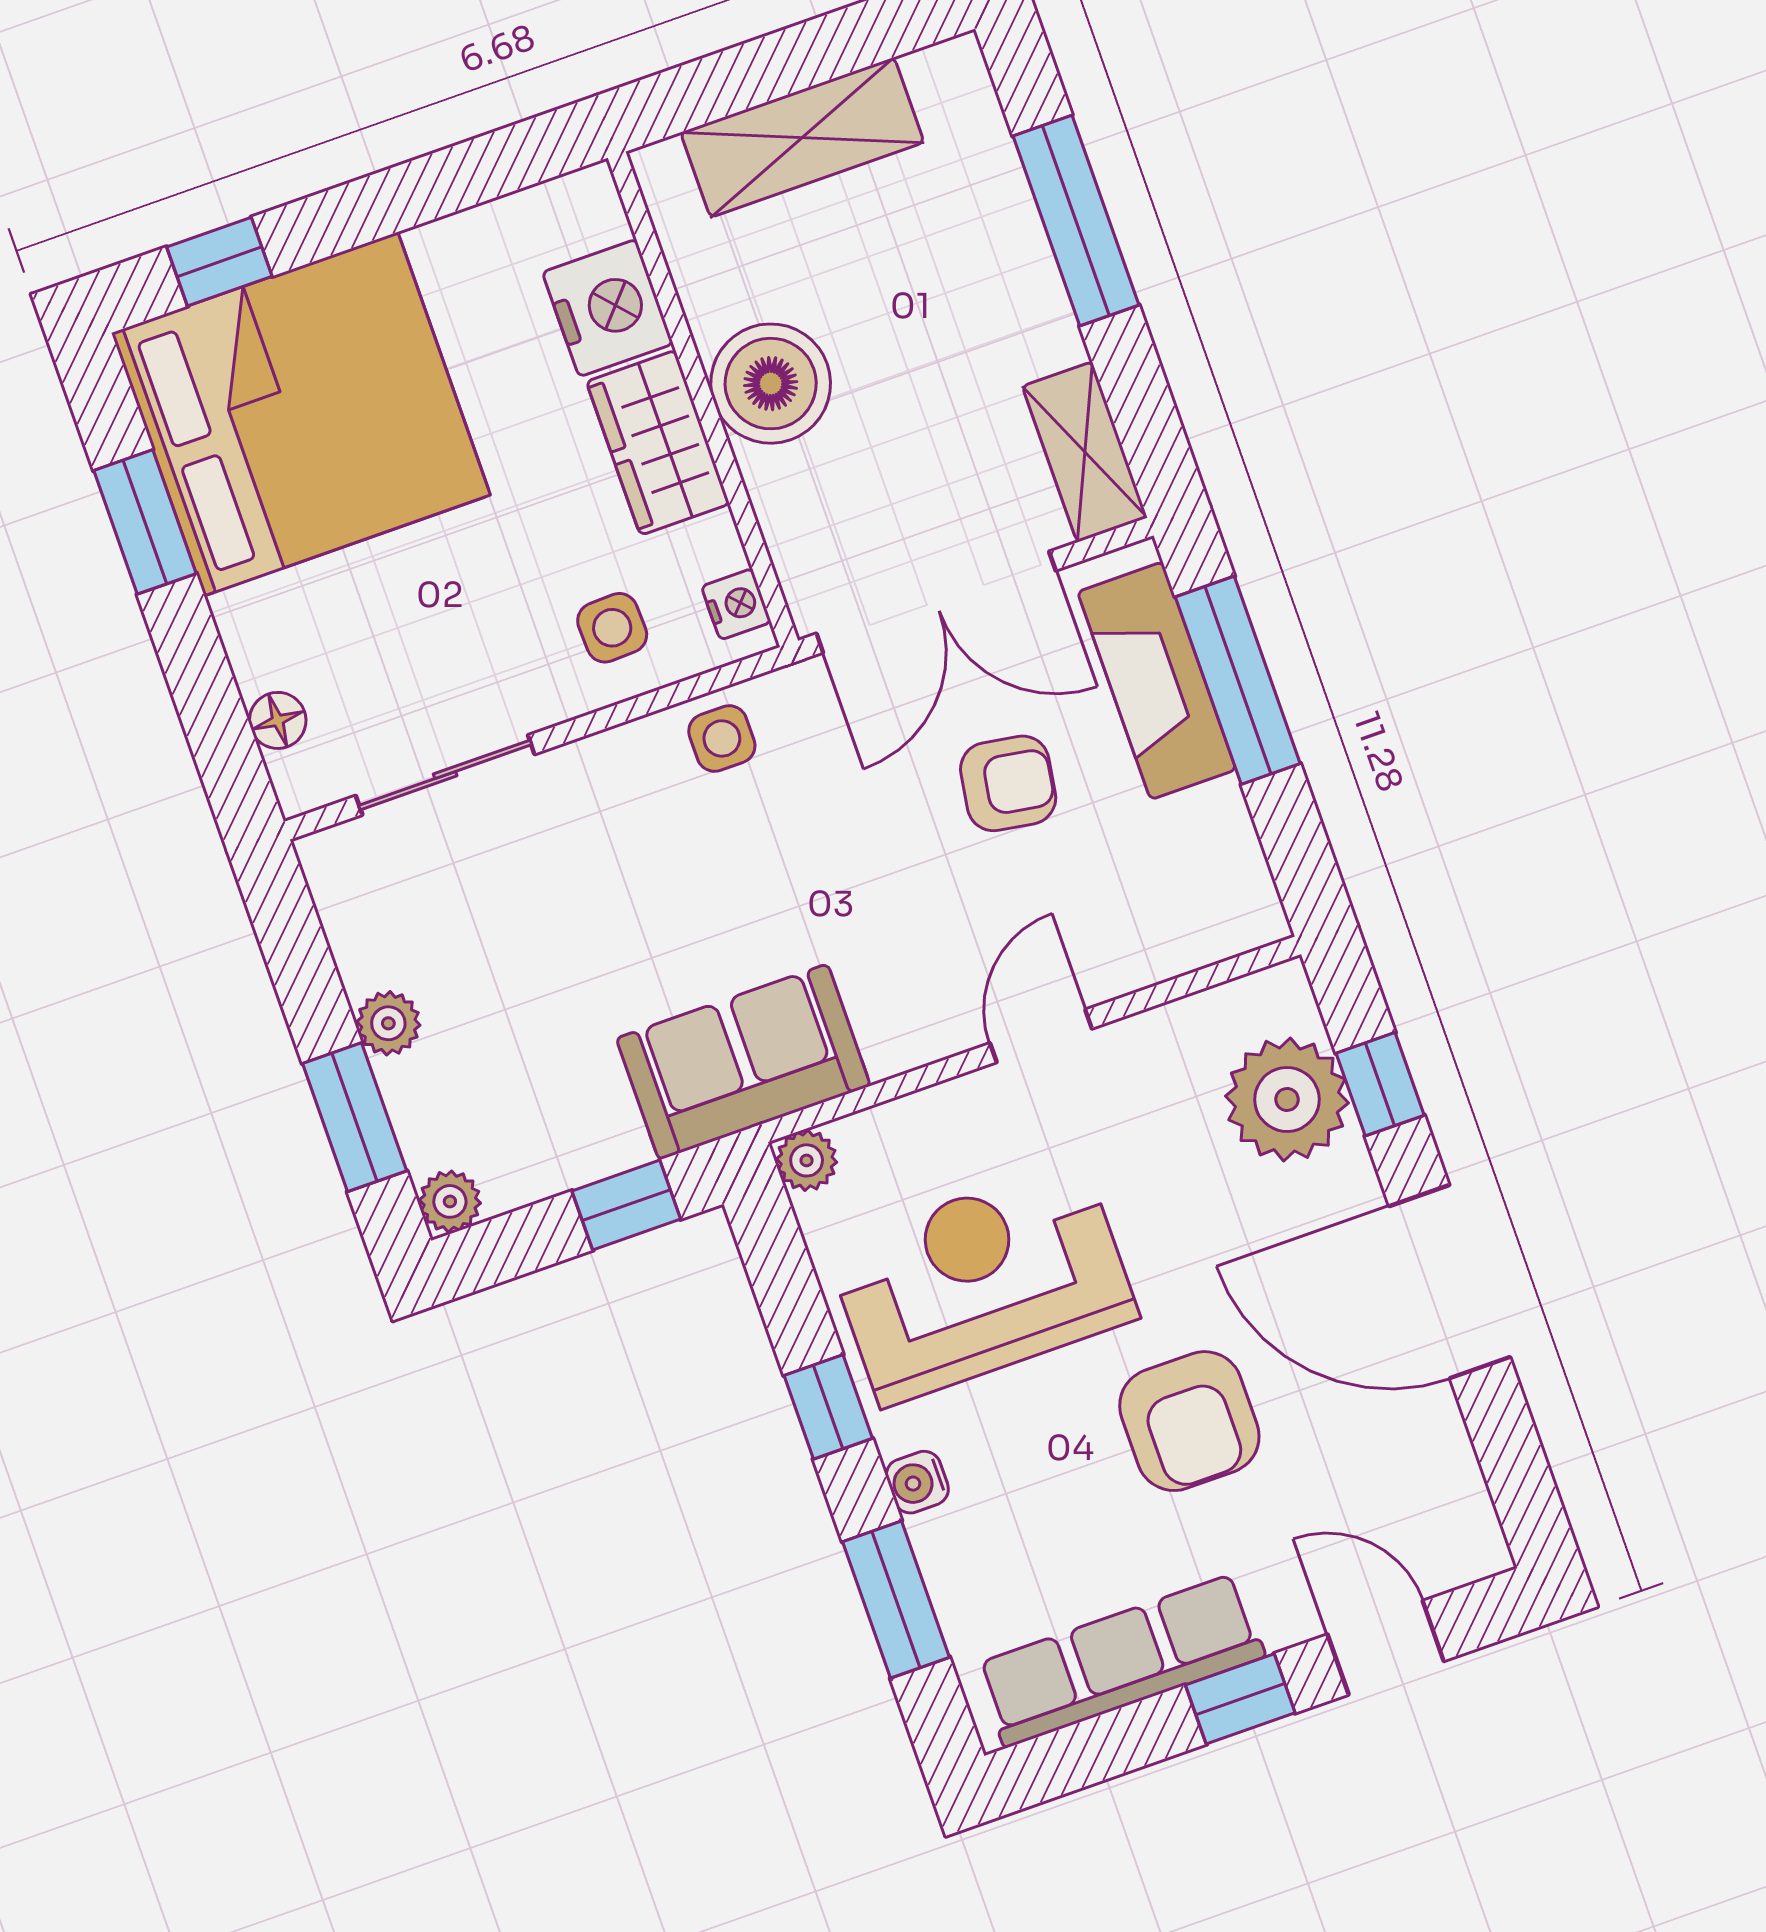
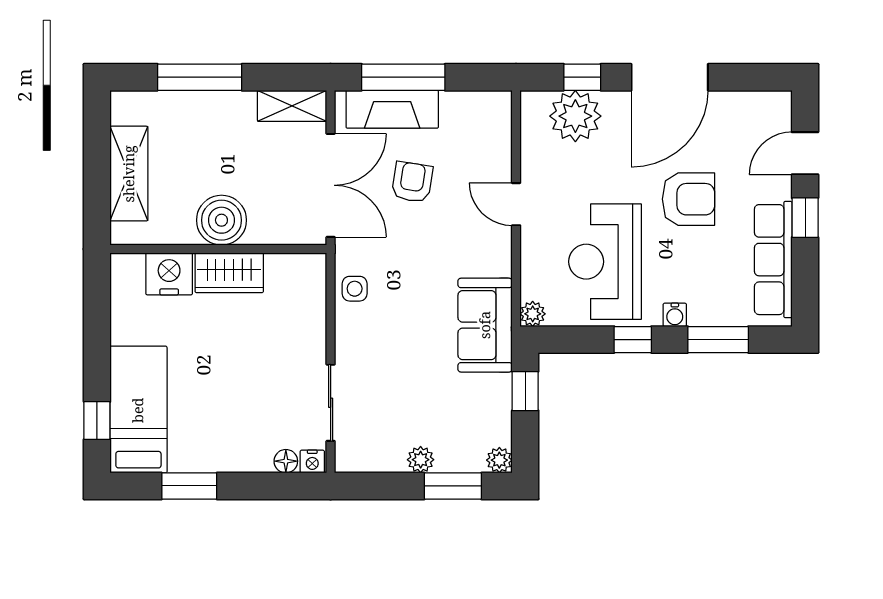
bed: (301, 414) -> (138, 410), width x0.49
nightstand: (736, 604) -> (312, 462), moved, turned 180
side table: (612, 628) -> (296, 317), removed

